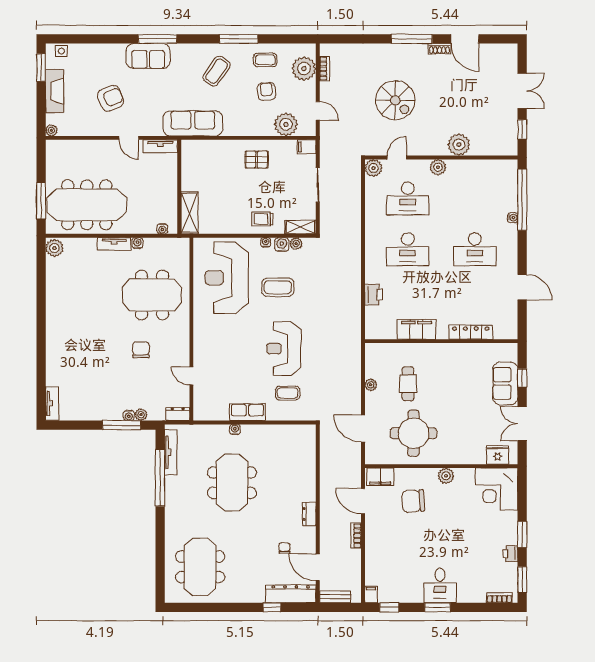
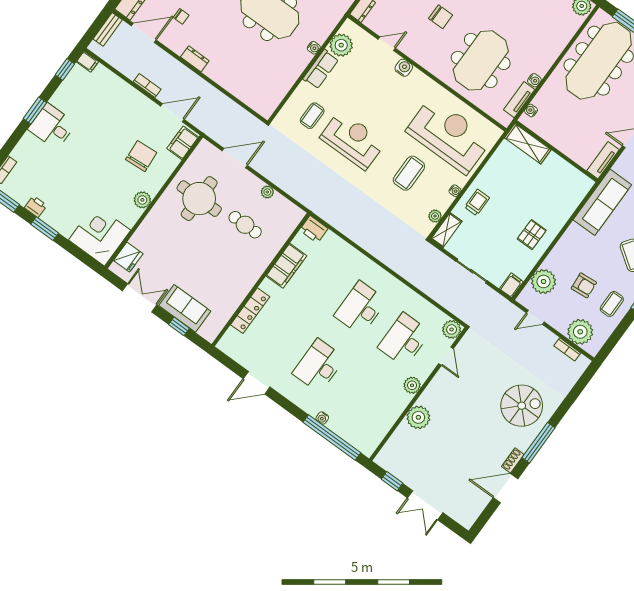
spiral stairs: (395, 100) -> (522, 406), moved, turned 180
tv unit: (114, 244) -> (519, 100), moved
water cooler: (282, 245) -> (404, 68), moved, turned -90
printer: (374, 295) -> (314, 229), moved
plant: (218, 410) -> (341, 45), added

